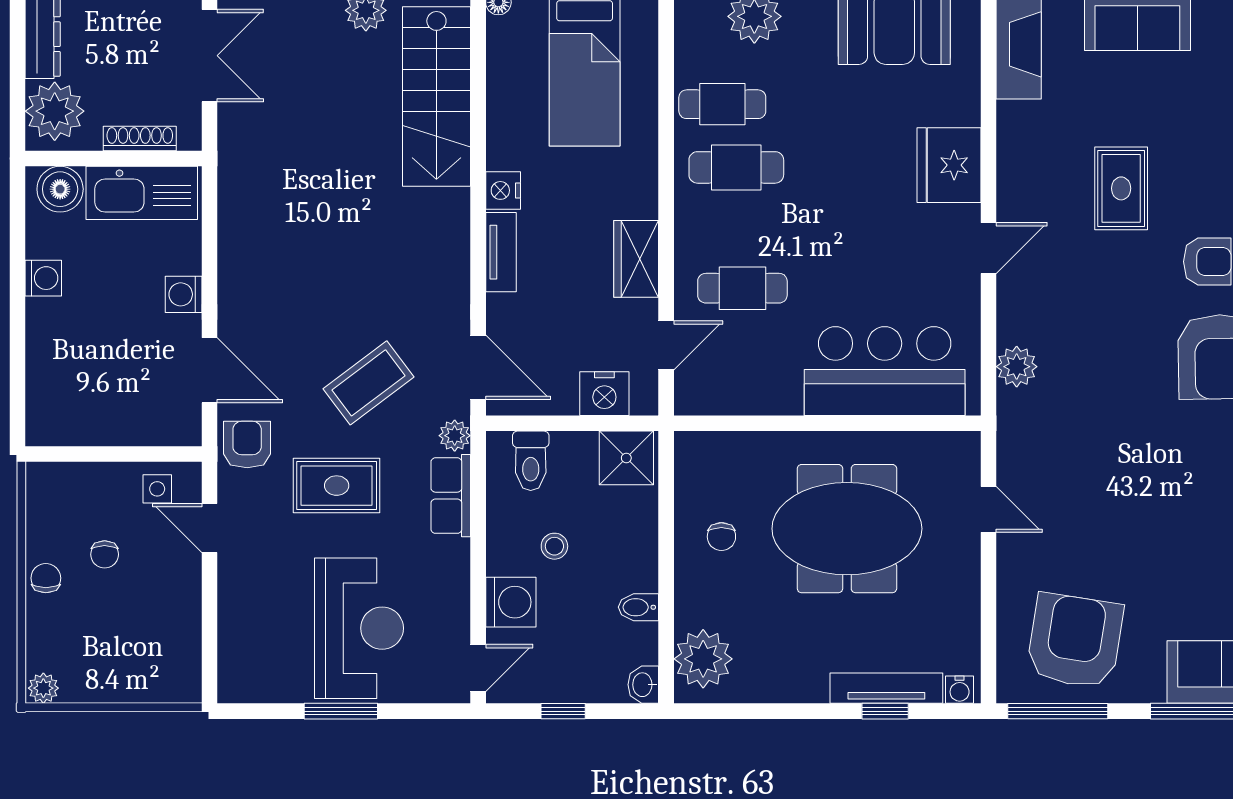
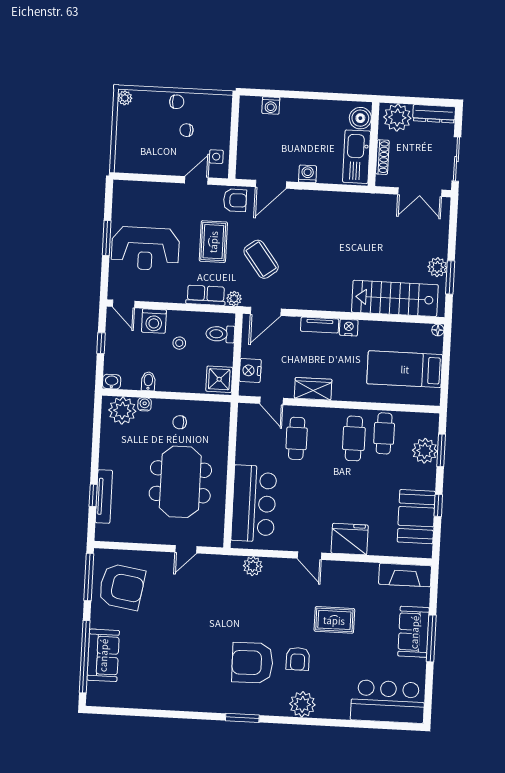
washing machine: (43, 278) -> (271, 105), moved
water cooler: (960, 690) -> (145, 404), moved, turned 90

